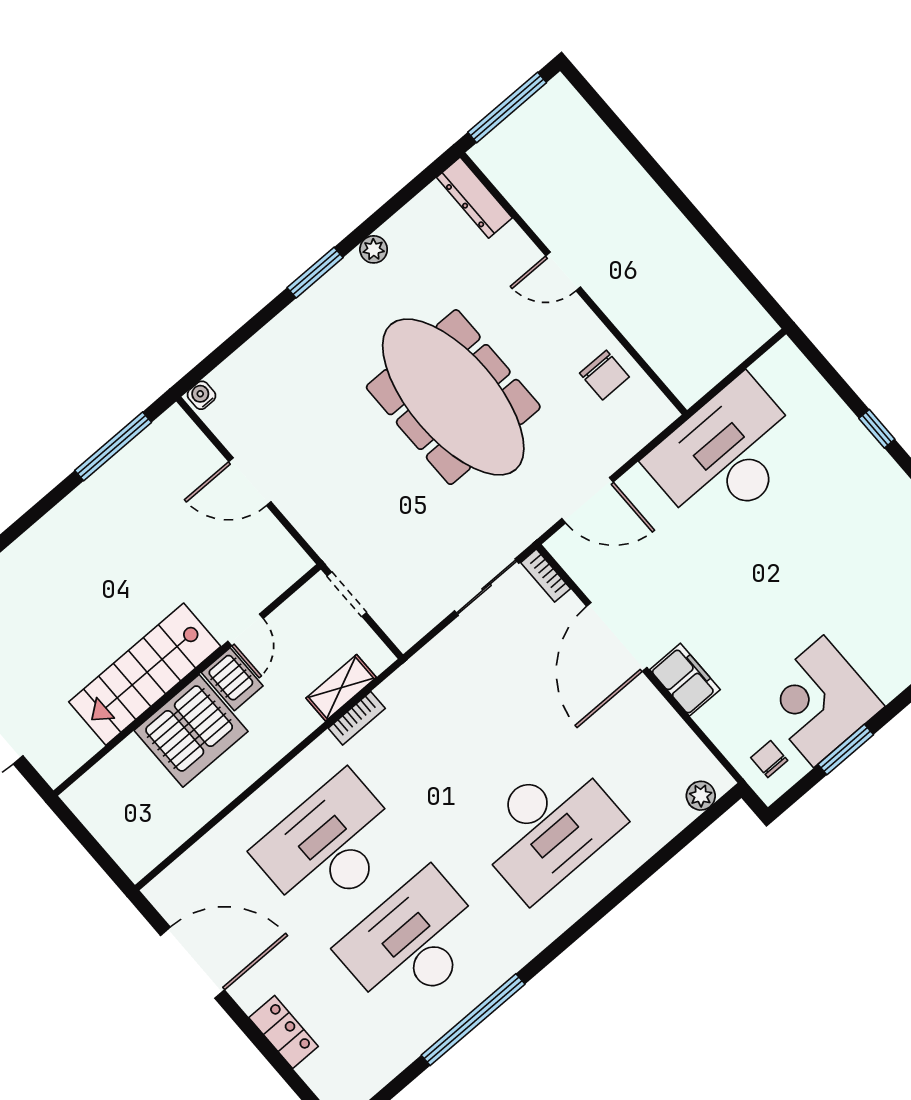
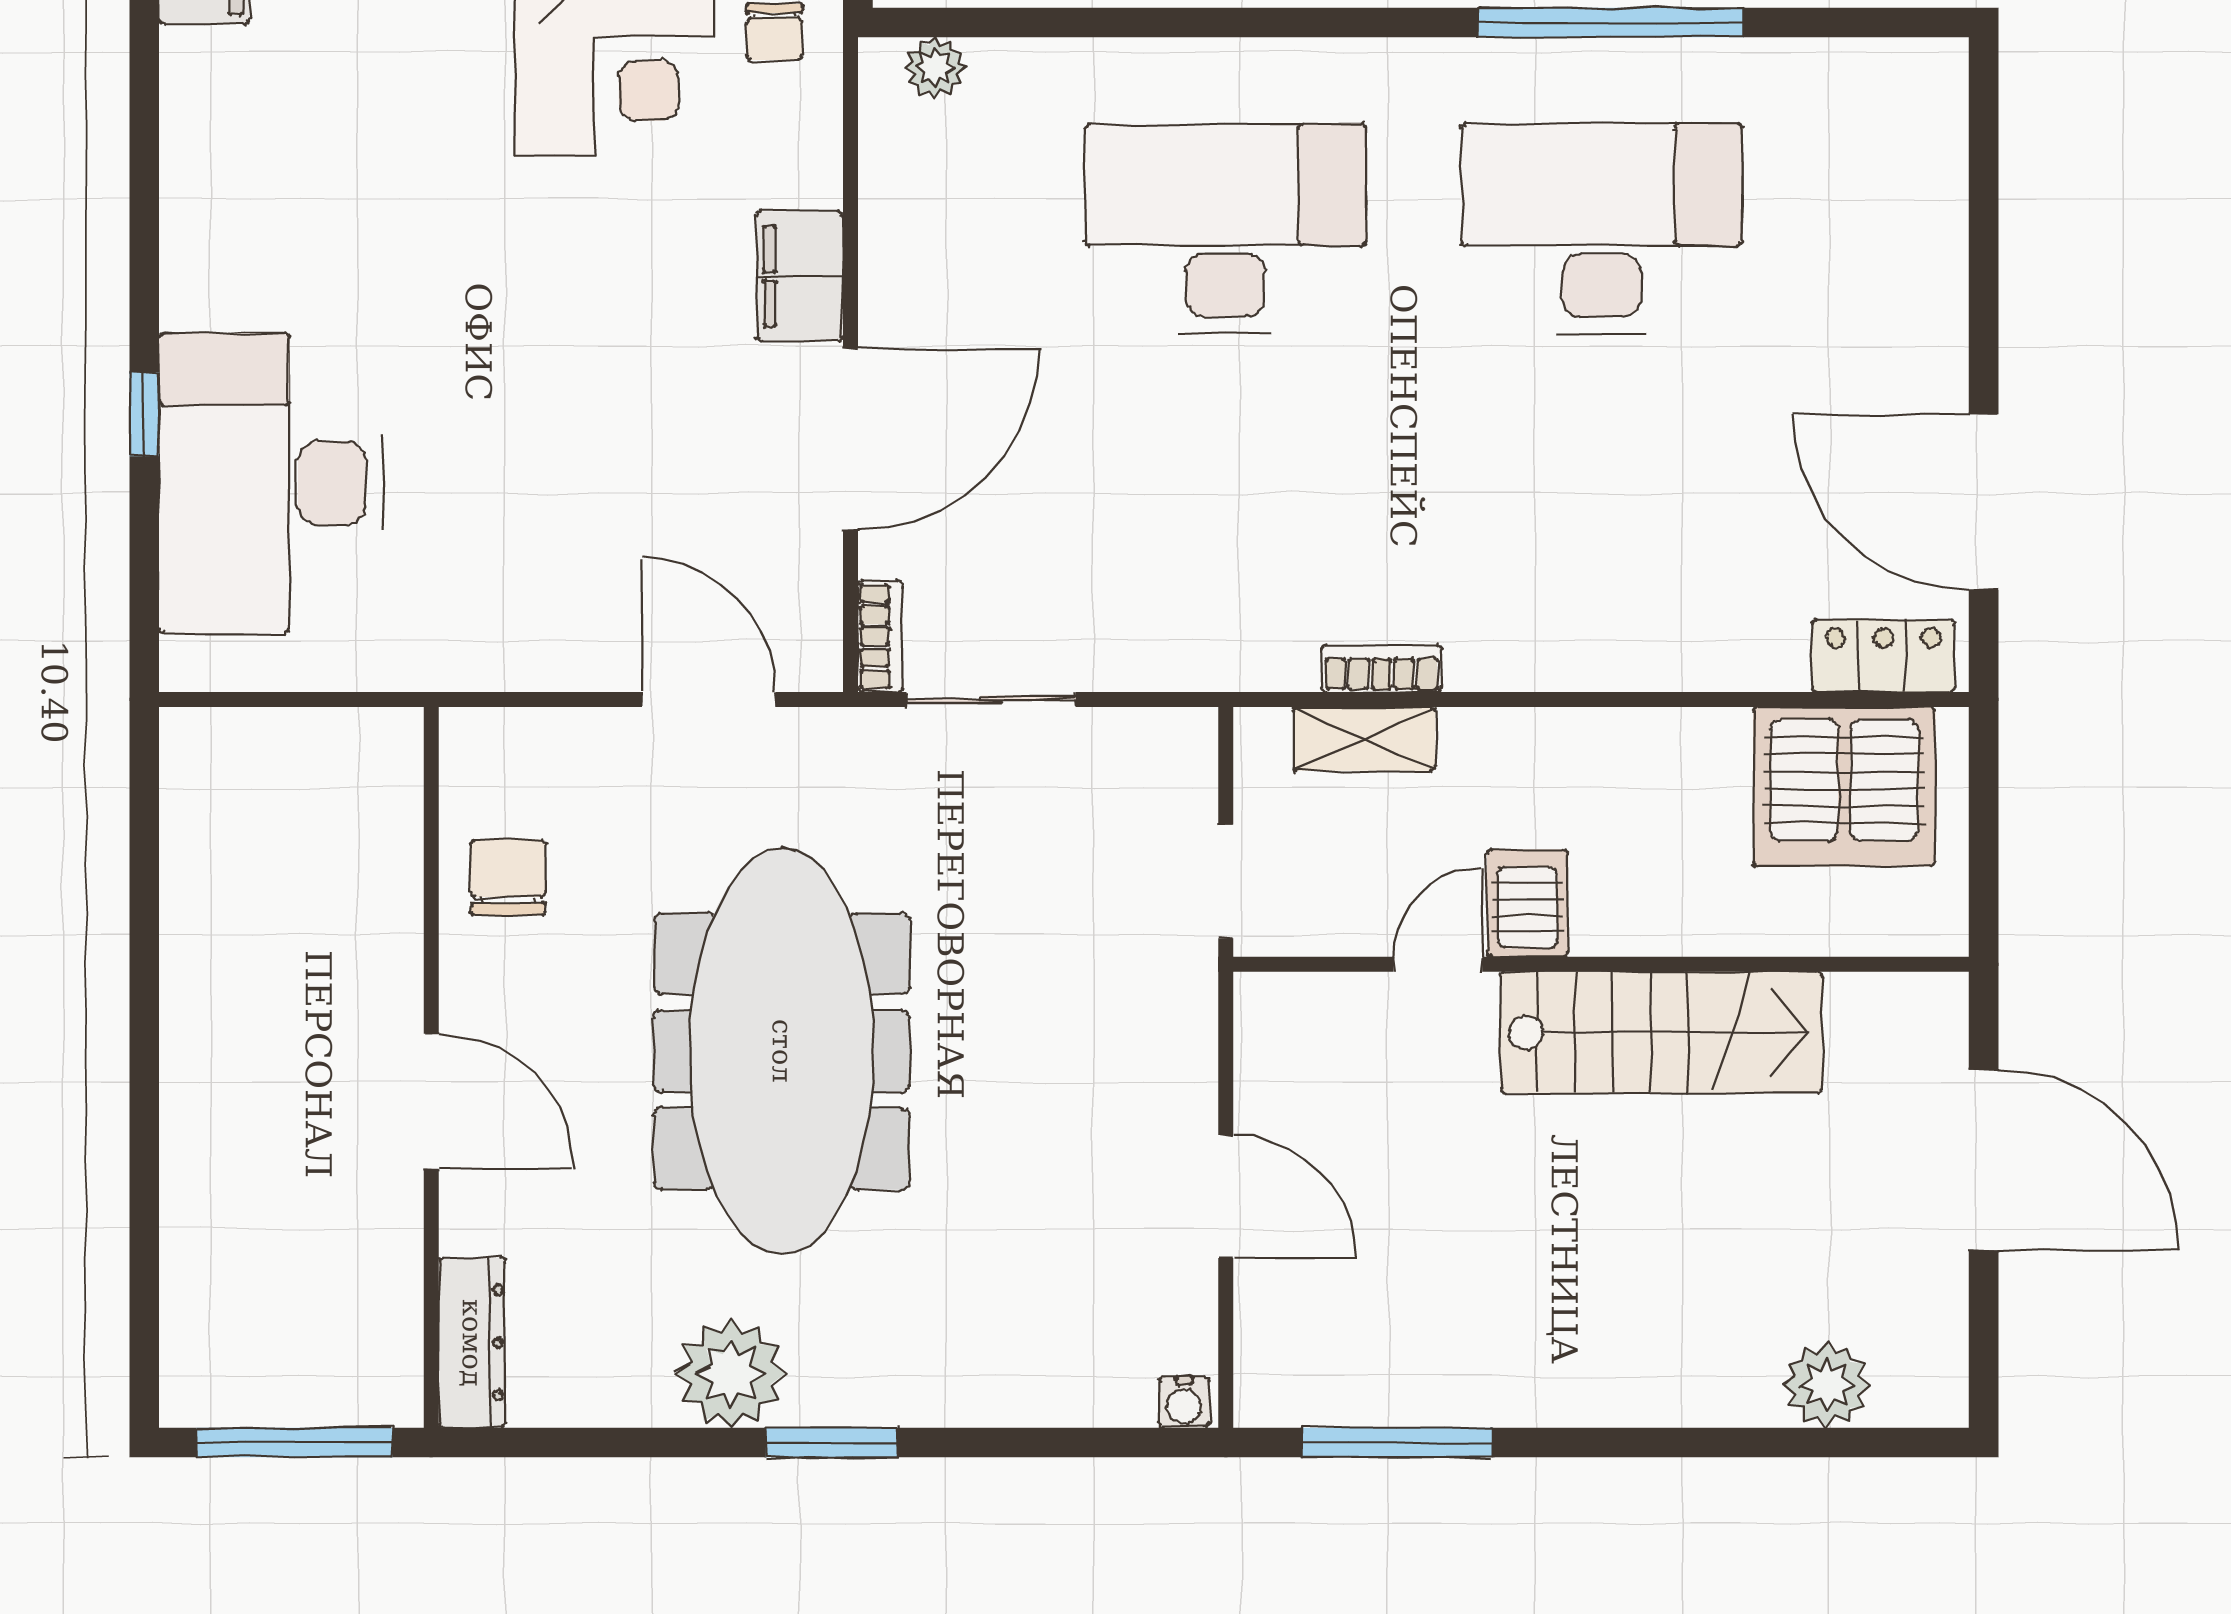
plant: (374, 249) -> (731, 1374), width x1.87, depth x1.87
door: (563, 271) -> (431, 1101), width x1.38
desk: (726, 455) -> (271, 483), moved, turned 90
server rack: (191, 731) -> (1844, 787), moved, turned 180
desk: (329, 846) -> (1602, 501), removed
desk: (413, 943) -> (1602, 229), turned 180
locker: (284, 1032) -> (1883, 656), moved, turned 90

